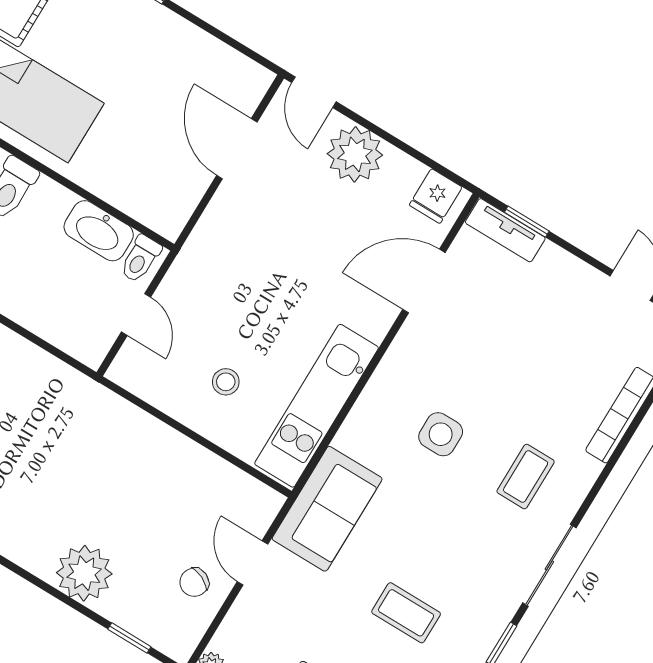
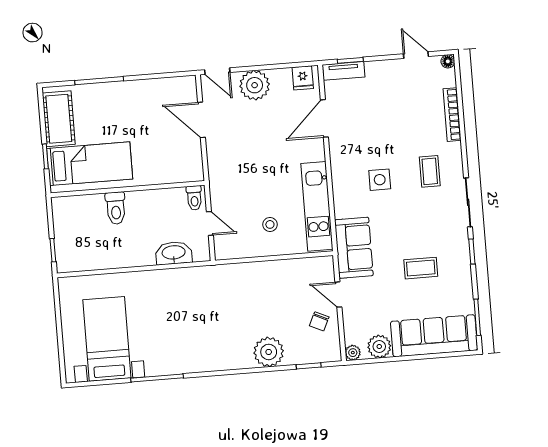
washbasin: (99, 231) -> (174, 253), moved, turned 180

